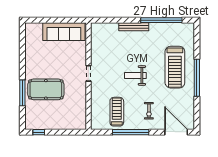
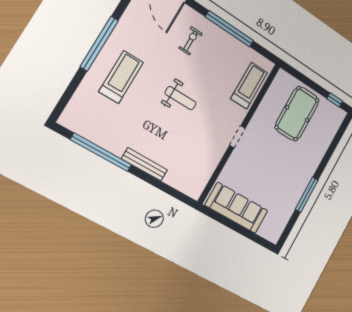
treadmill: (175, 67) -> (121, 77), width x0.73, depth x0.73
pool table: (46, 89) -> (297, 114), moved, turned 90
window: (22, 93) -> (307, 195), moved
treadmill: (117, 112) -> (249, 86), moved, turned 180

